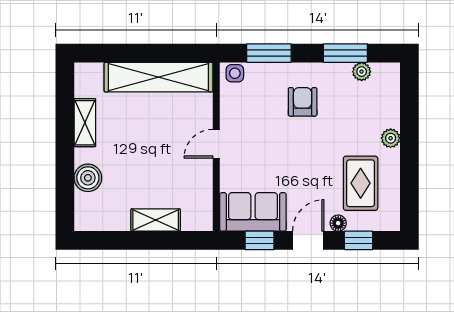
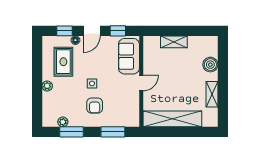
side table: (235, 73) -> (92, 83), moved
sofa: (253, 212) -> (129, 56), moved, turned 90

